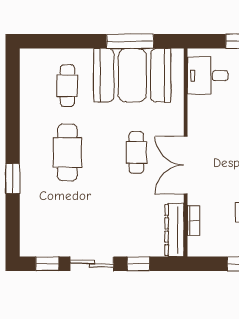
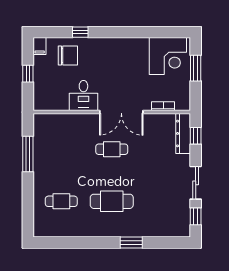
booth: (132, 75) -> (53, 152), removed
desk: (208, 76) -> (83, 96), moved
dresser: (174, 230) -> (183, 133), moved, turned 90
window: (138, 264) -> (196, 136), moved

